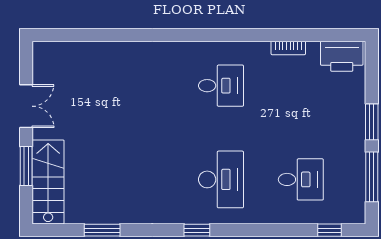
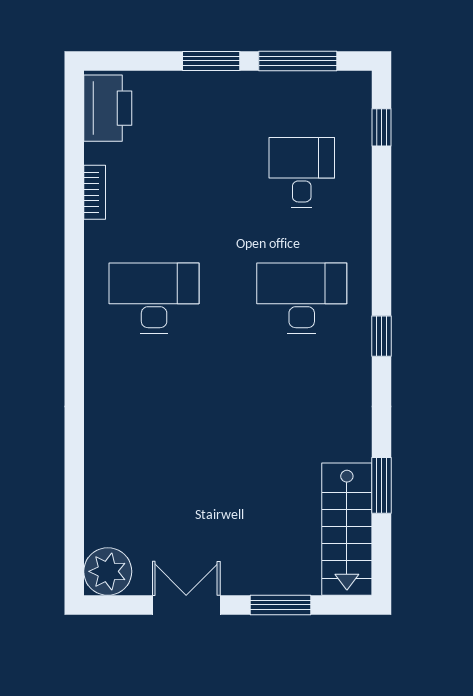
plant: (47, 56) -> (108, 571), added
desk: (221, 86) -> (154, 298), width x1.37
stairs: (48, 182) -> (347, 529), moved, turned -90

